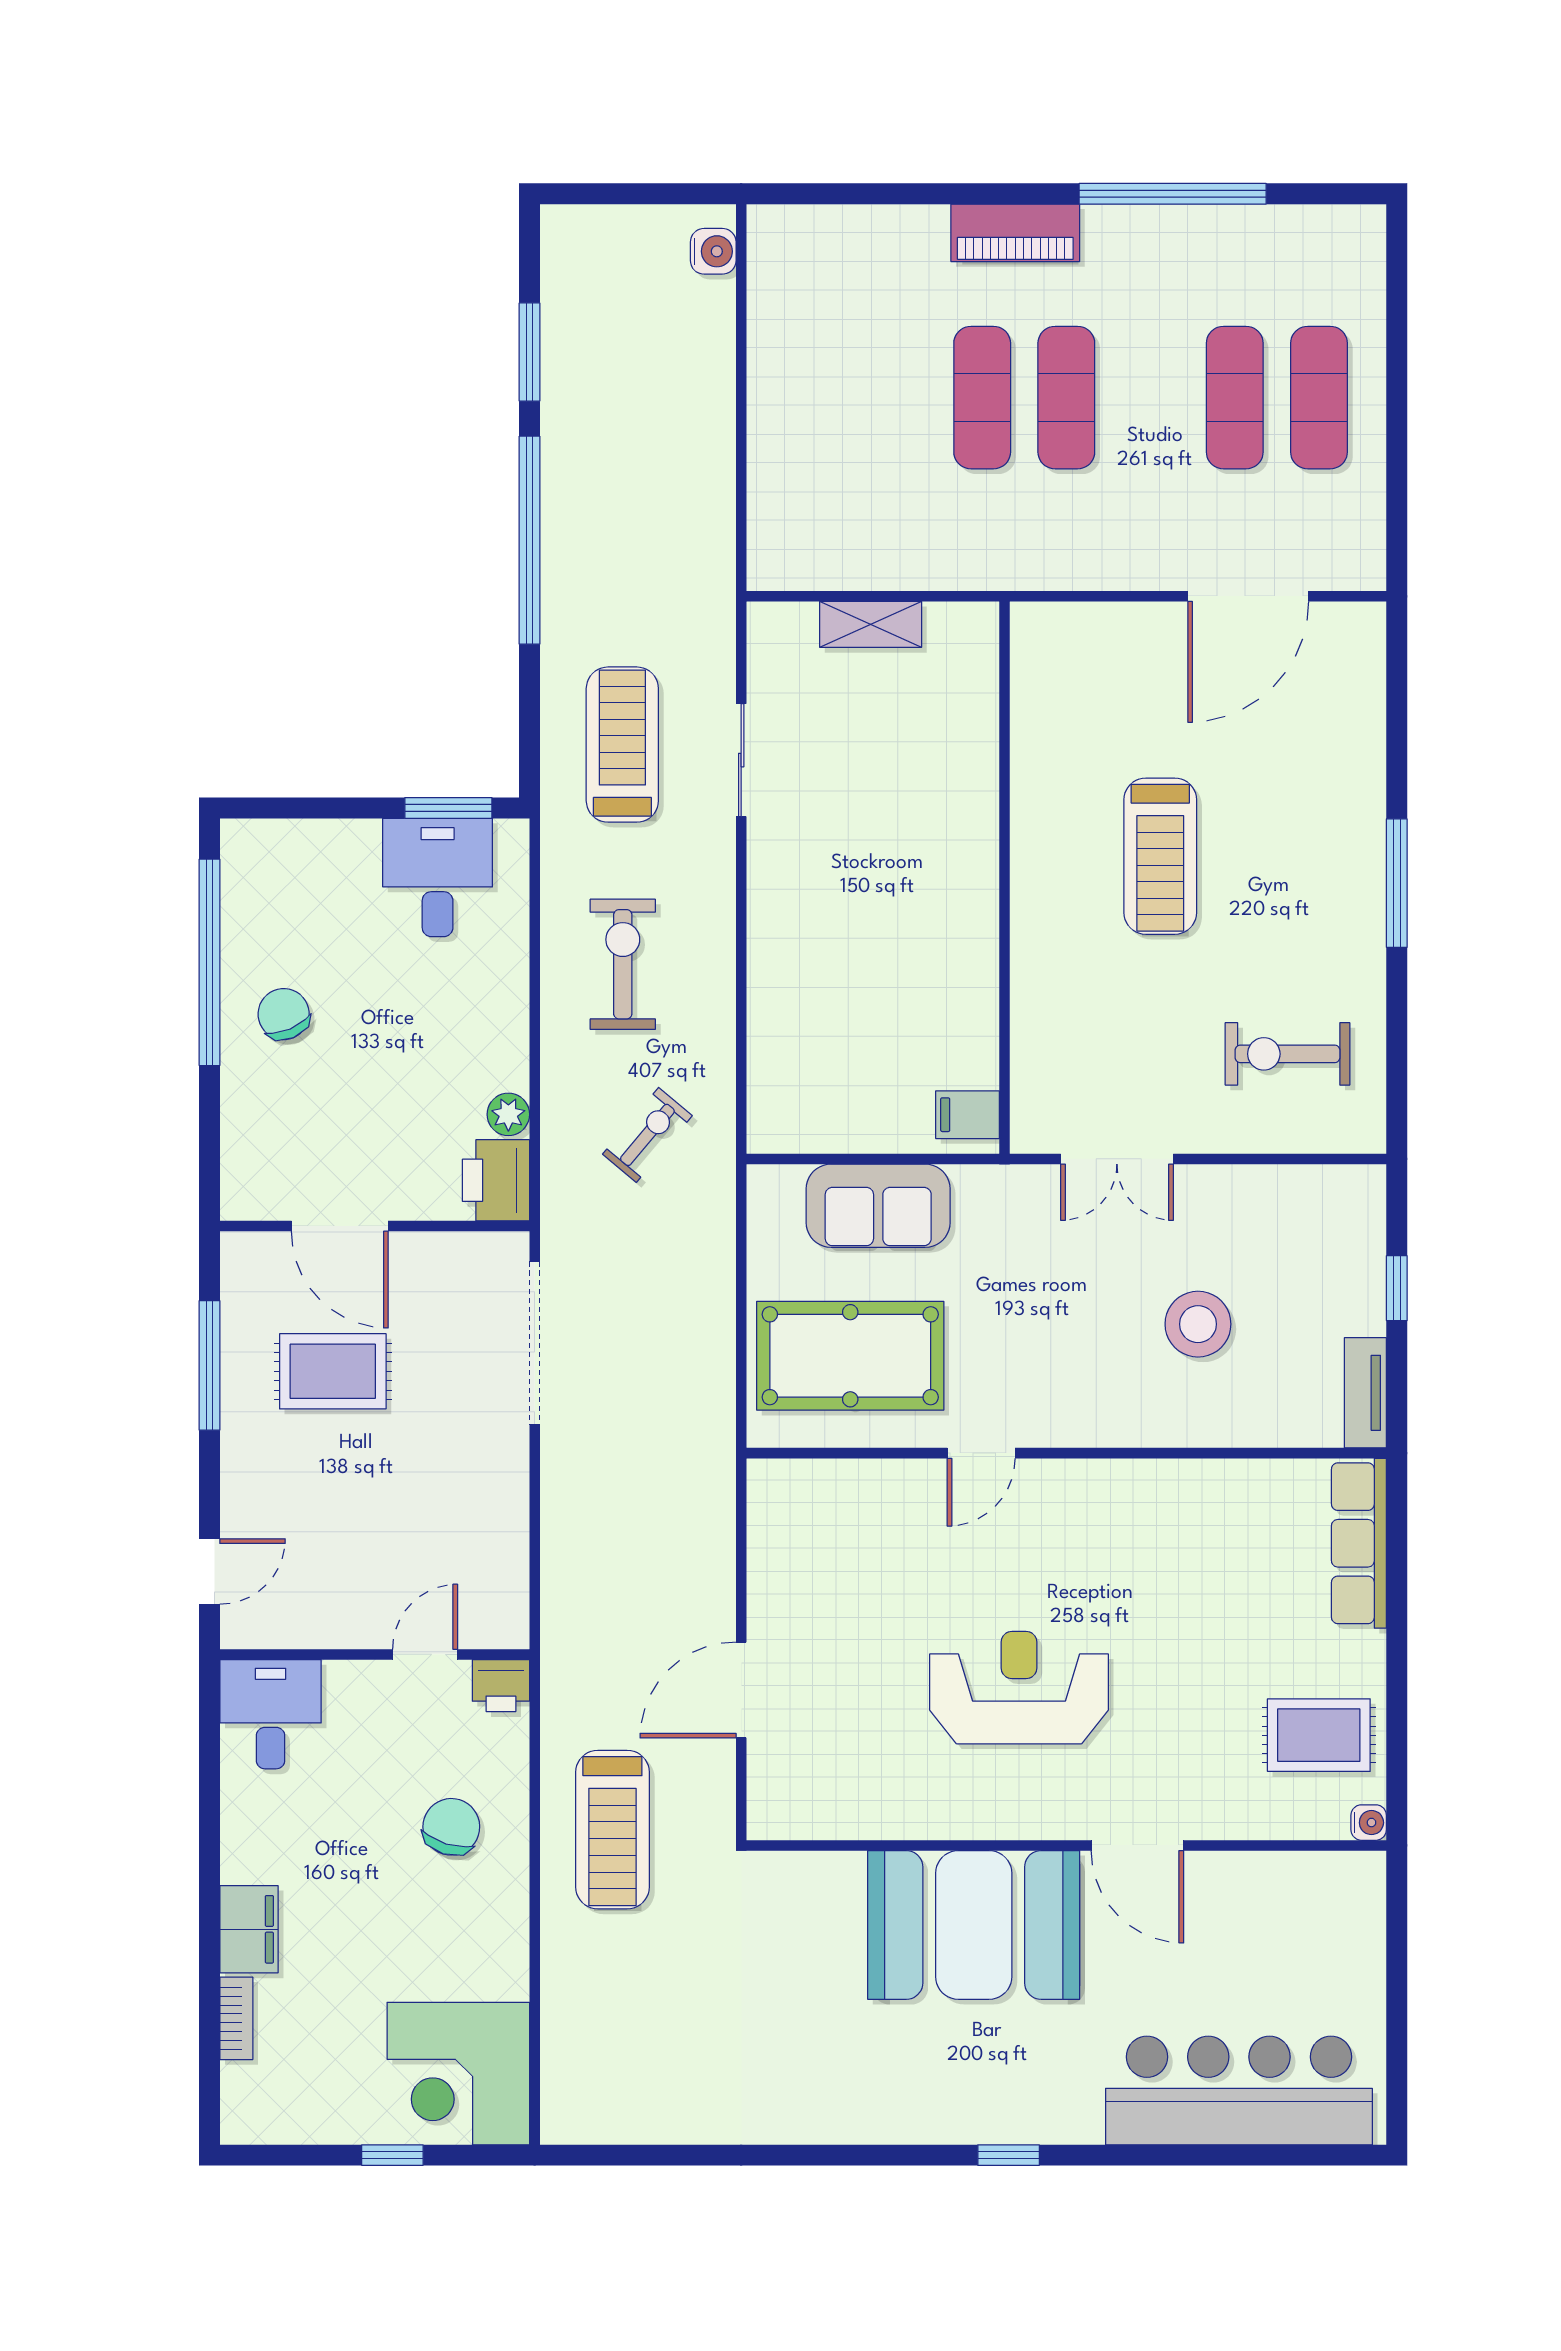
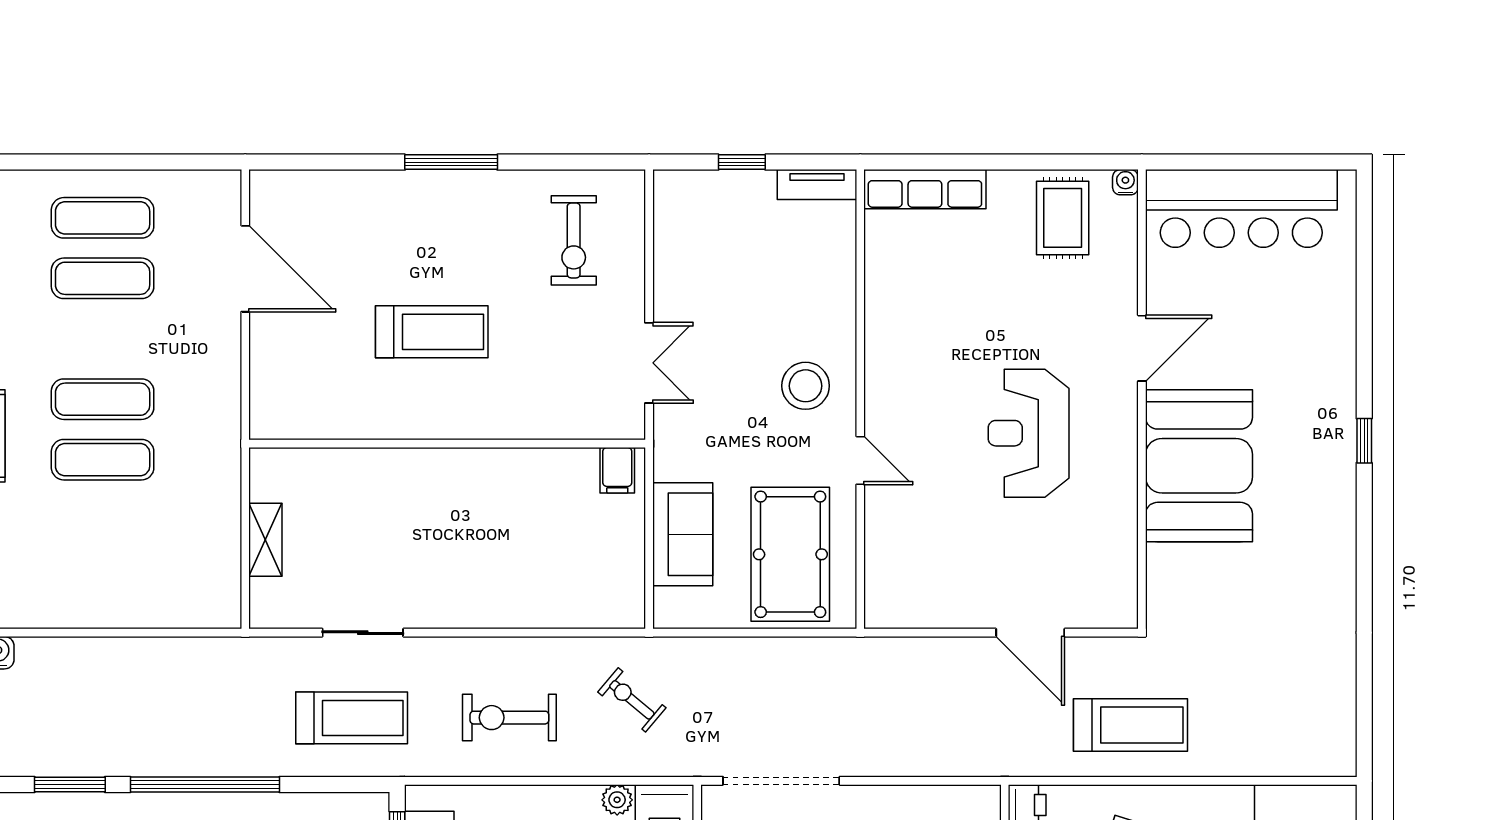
treadmill: (622, 745) -> (352, 718), turned 180
stool: (1198, 1324) -> (806, 386), moved
bar counter: (1239, 2090) -> (1241, 208), moved, turned -90

